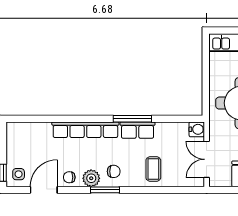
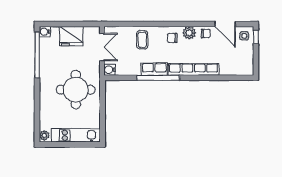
window: (132, 119) -> (158, 78), width x1.46
door: (44, 190) -> (225, 24), hinge flipped
window: (105, 190) -> (179, 24), removed

